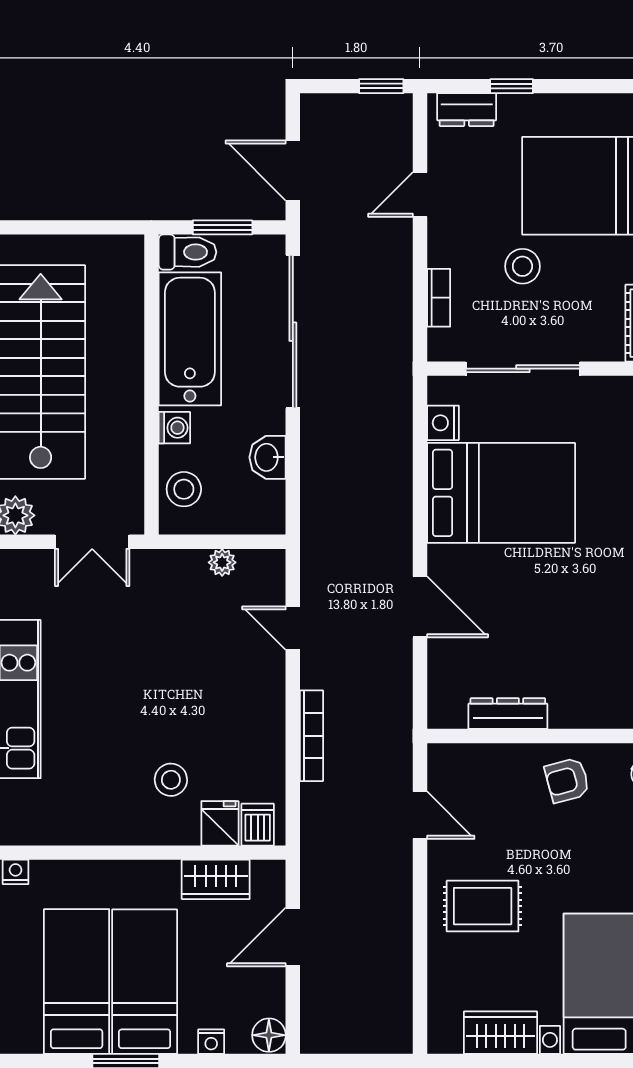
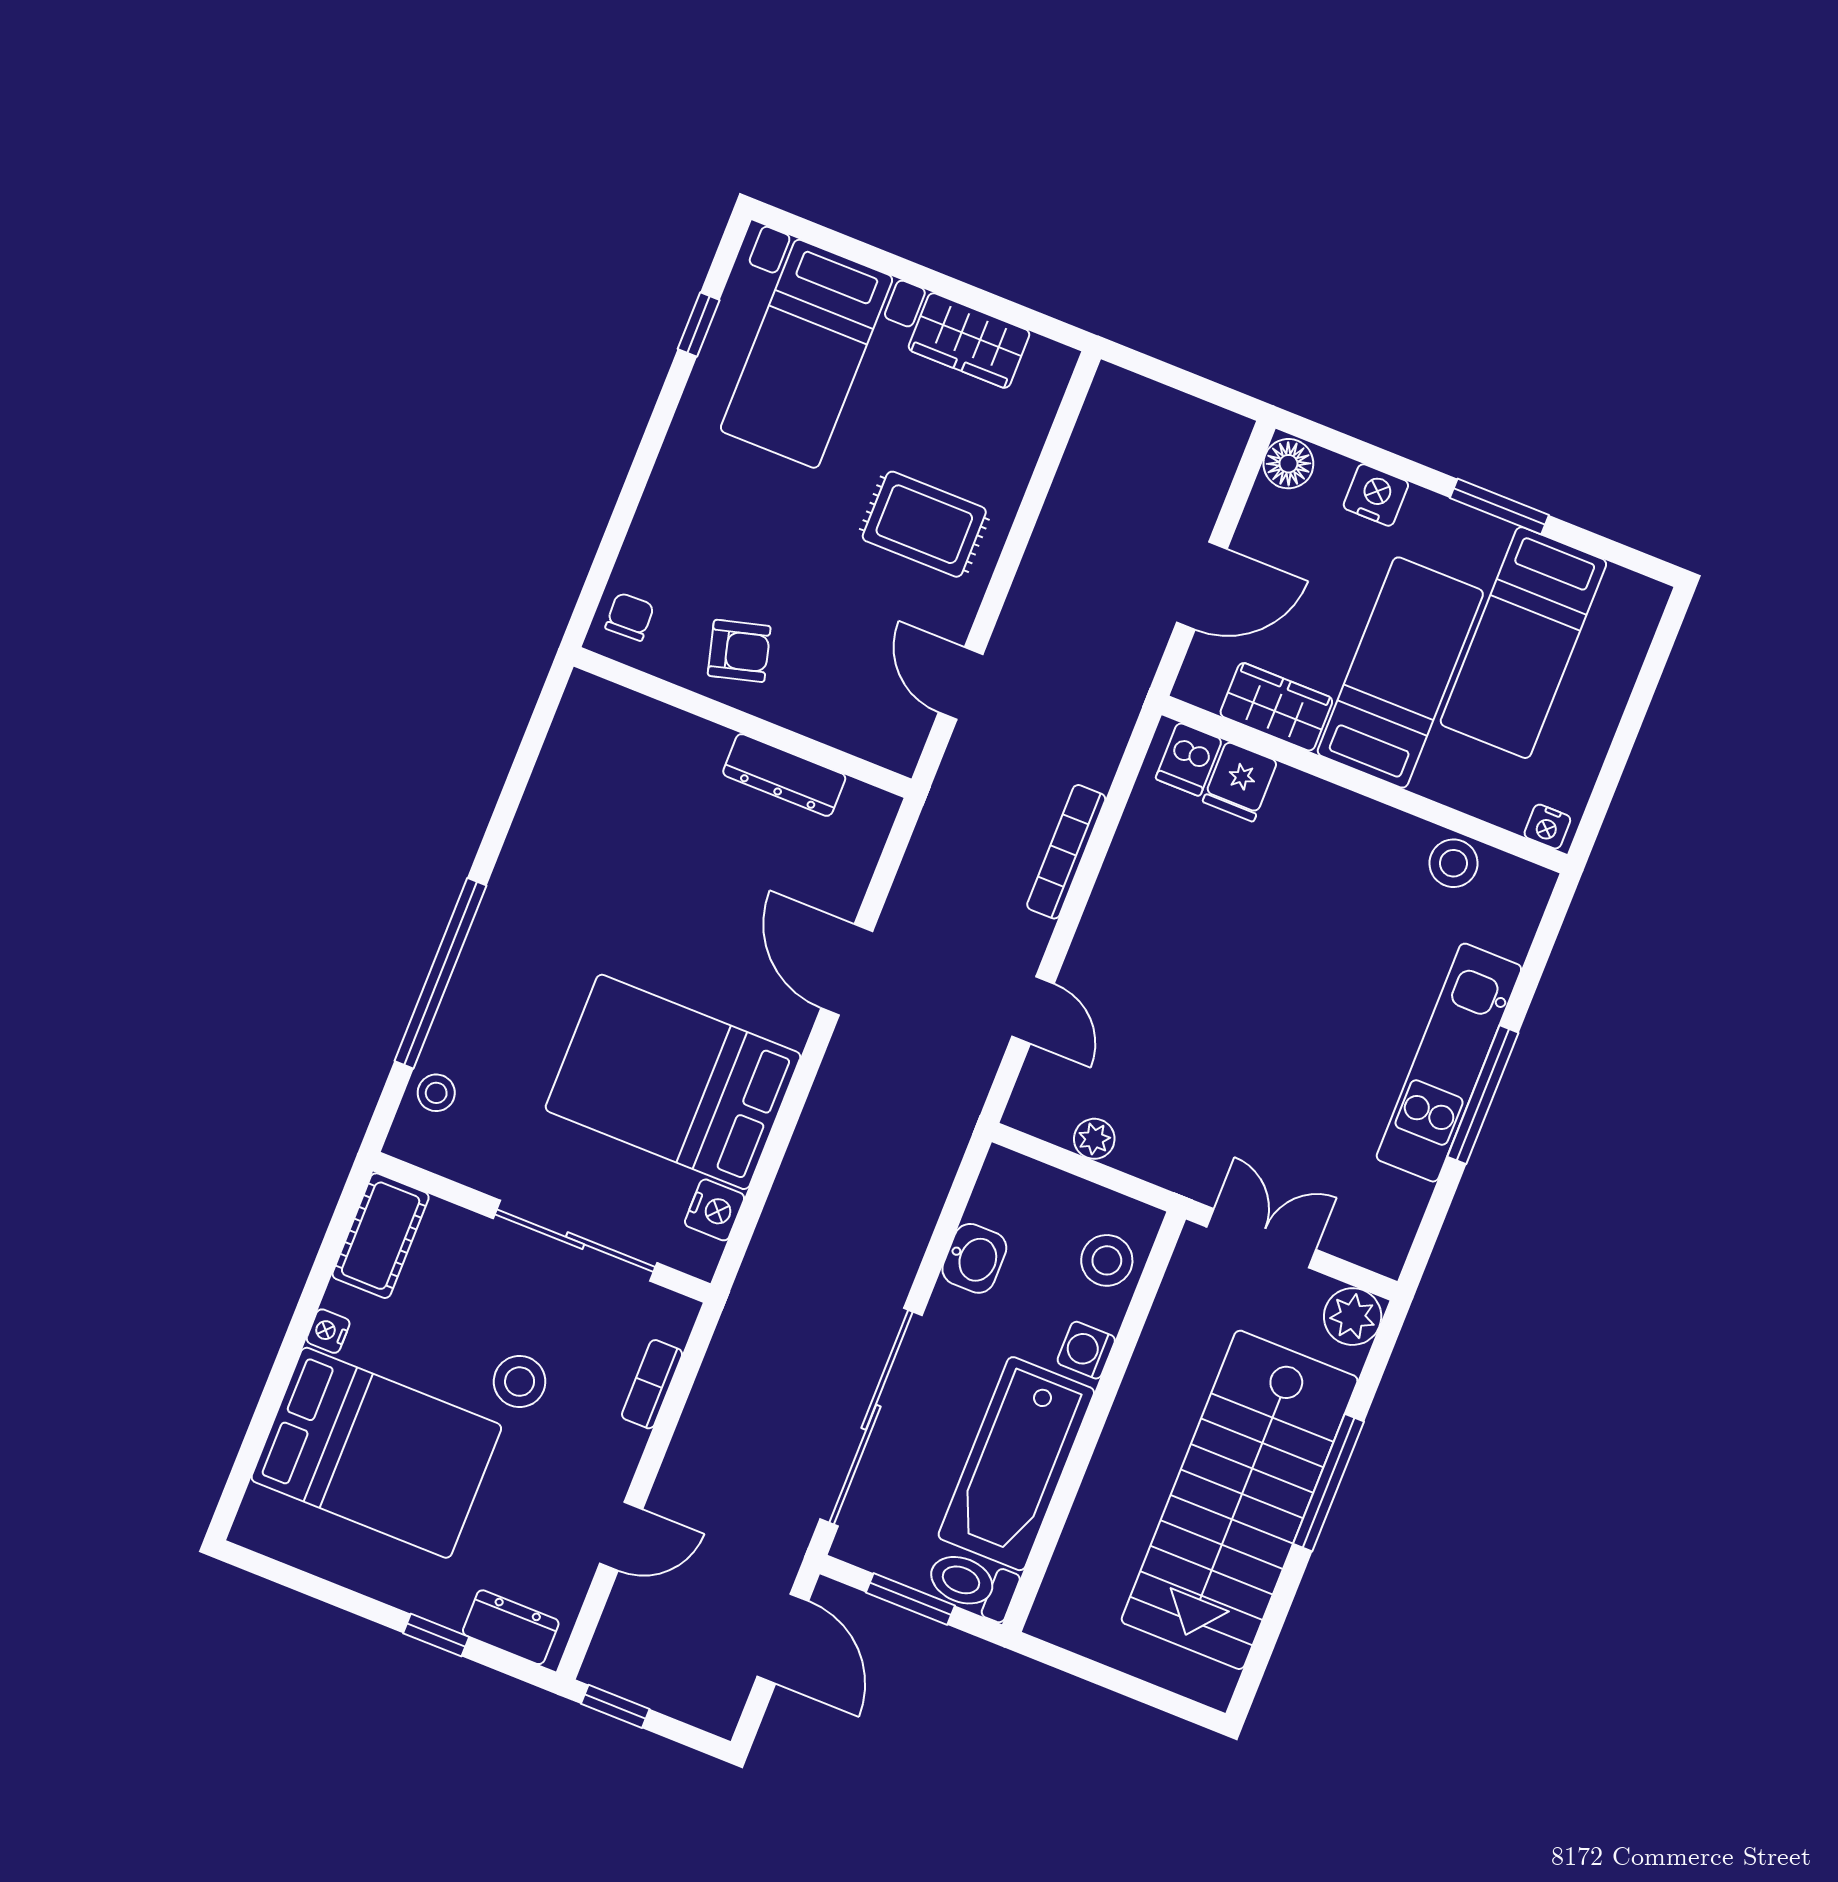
stool: (171, 780) -> (1454, 863), moved
bed: (145, 982) -> (1400, 673), moved, turned 180
nightstand: (211, 1042) -> (1376, 495), width x1.39, depth x1.35

